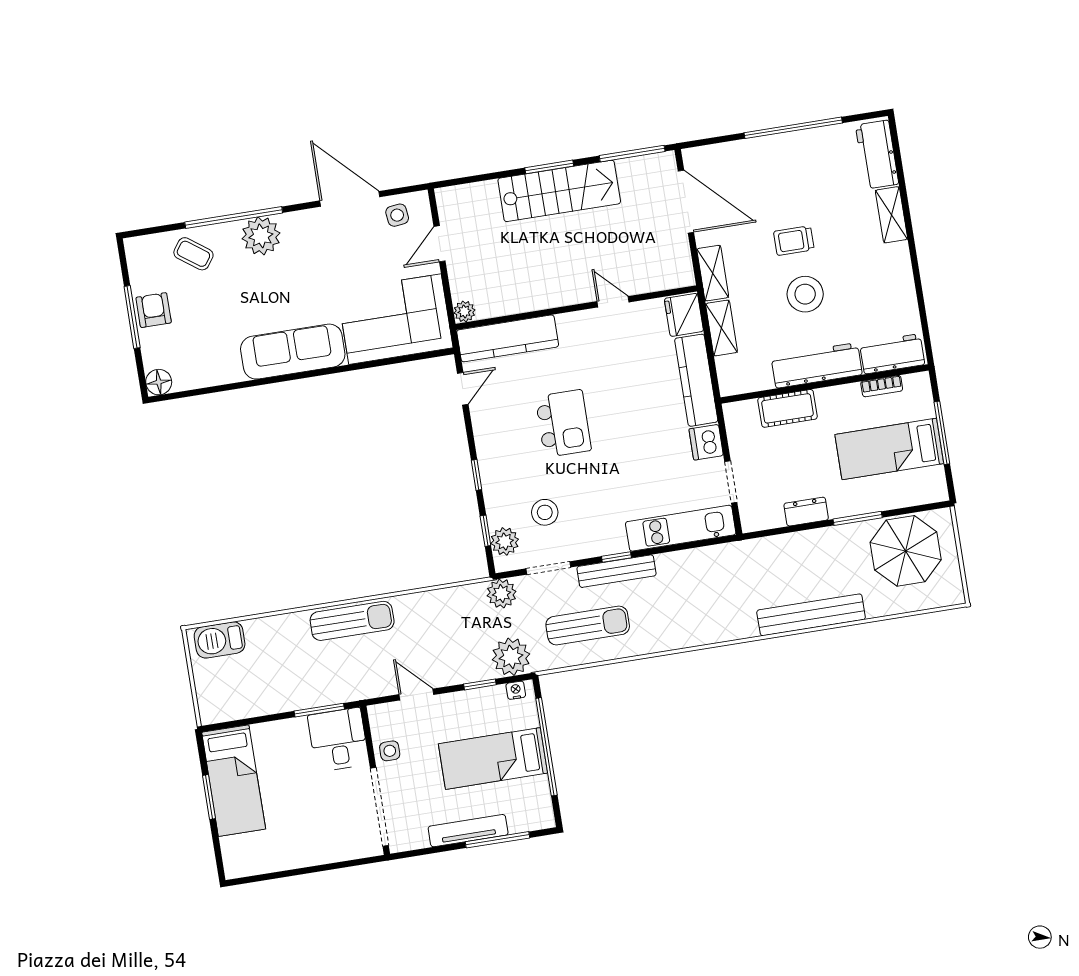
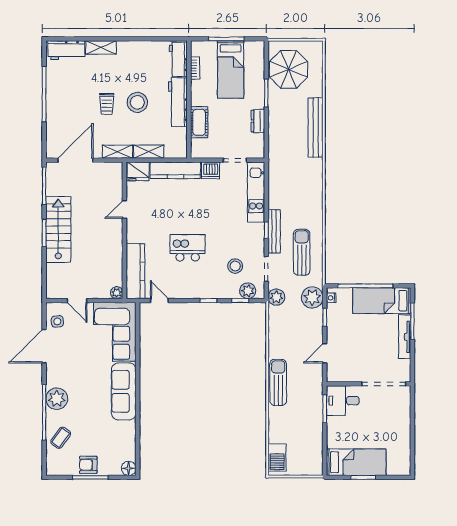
side table: (390, 751) -> (354, 373), removed
bed: (493, 758) -> (382, 301), moved, turned 90

